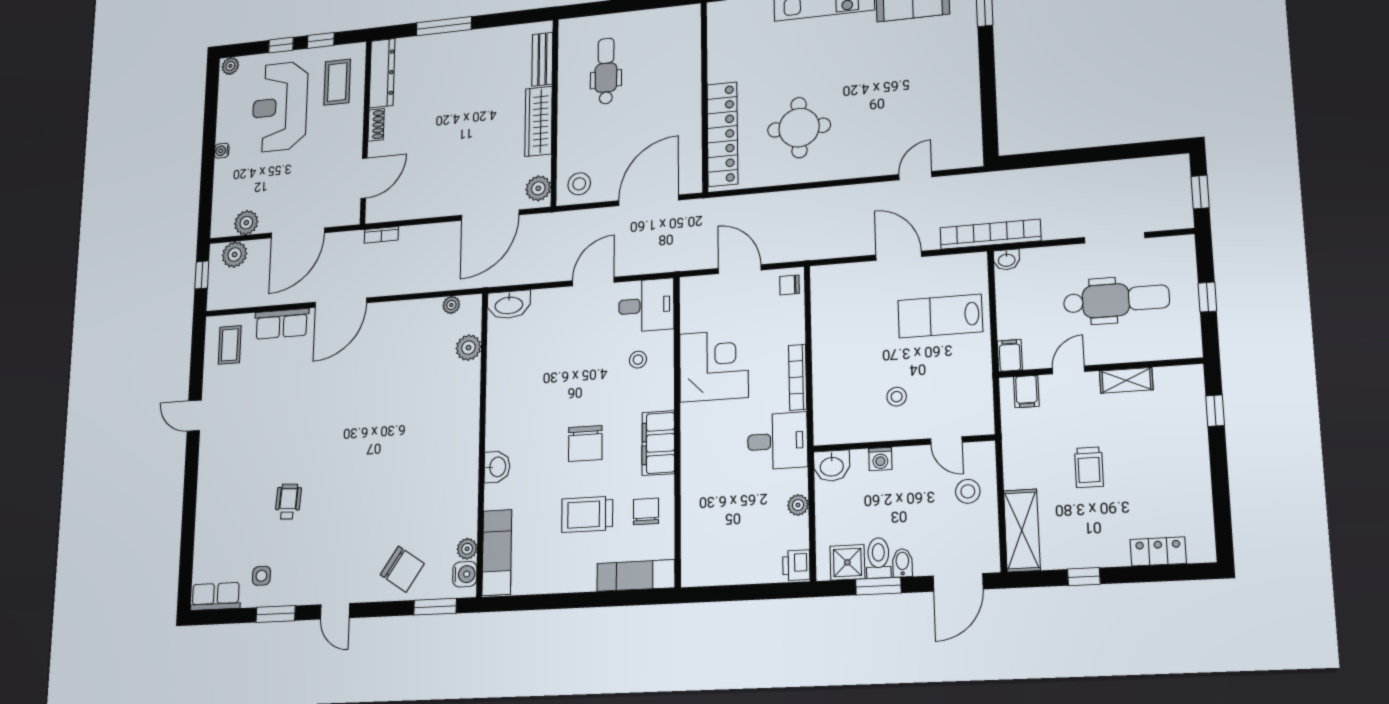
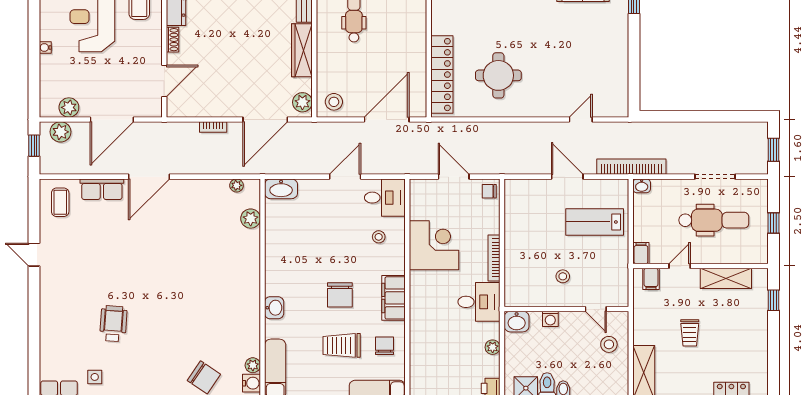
bookcase: (381, 235) -> (213, 127), moved
shelving: (1126, 380) -> (726, 278), width x1.50, depth x1.33
wheelchair: (288, 501) -> (113, 324), width x1.36, depth x1.37

